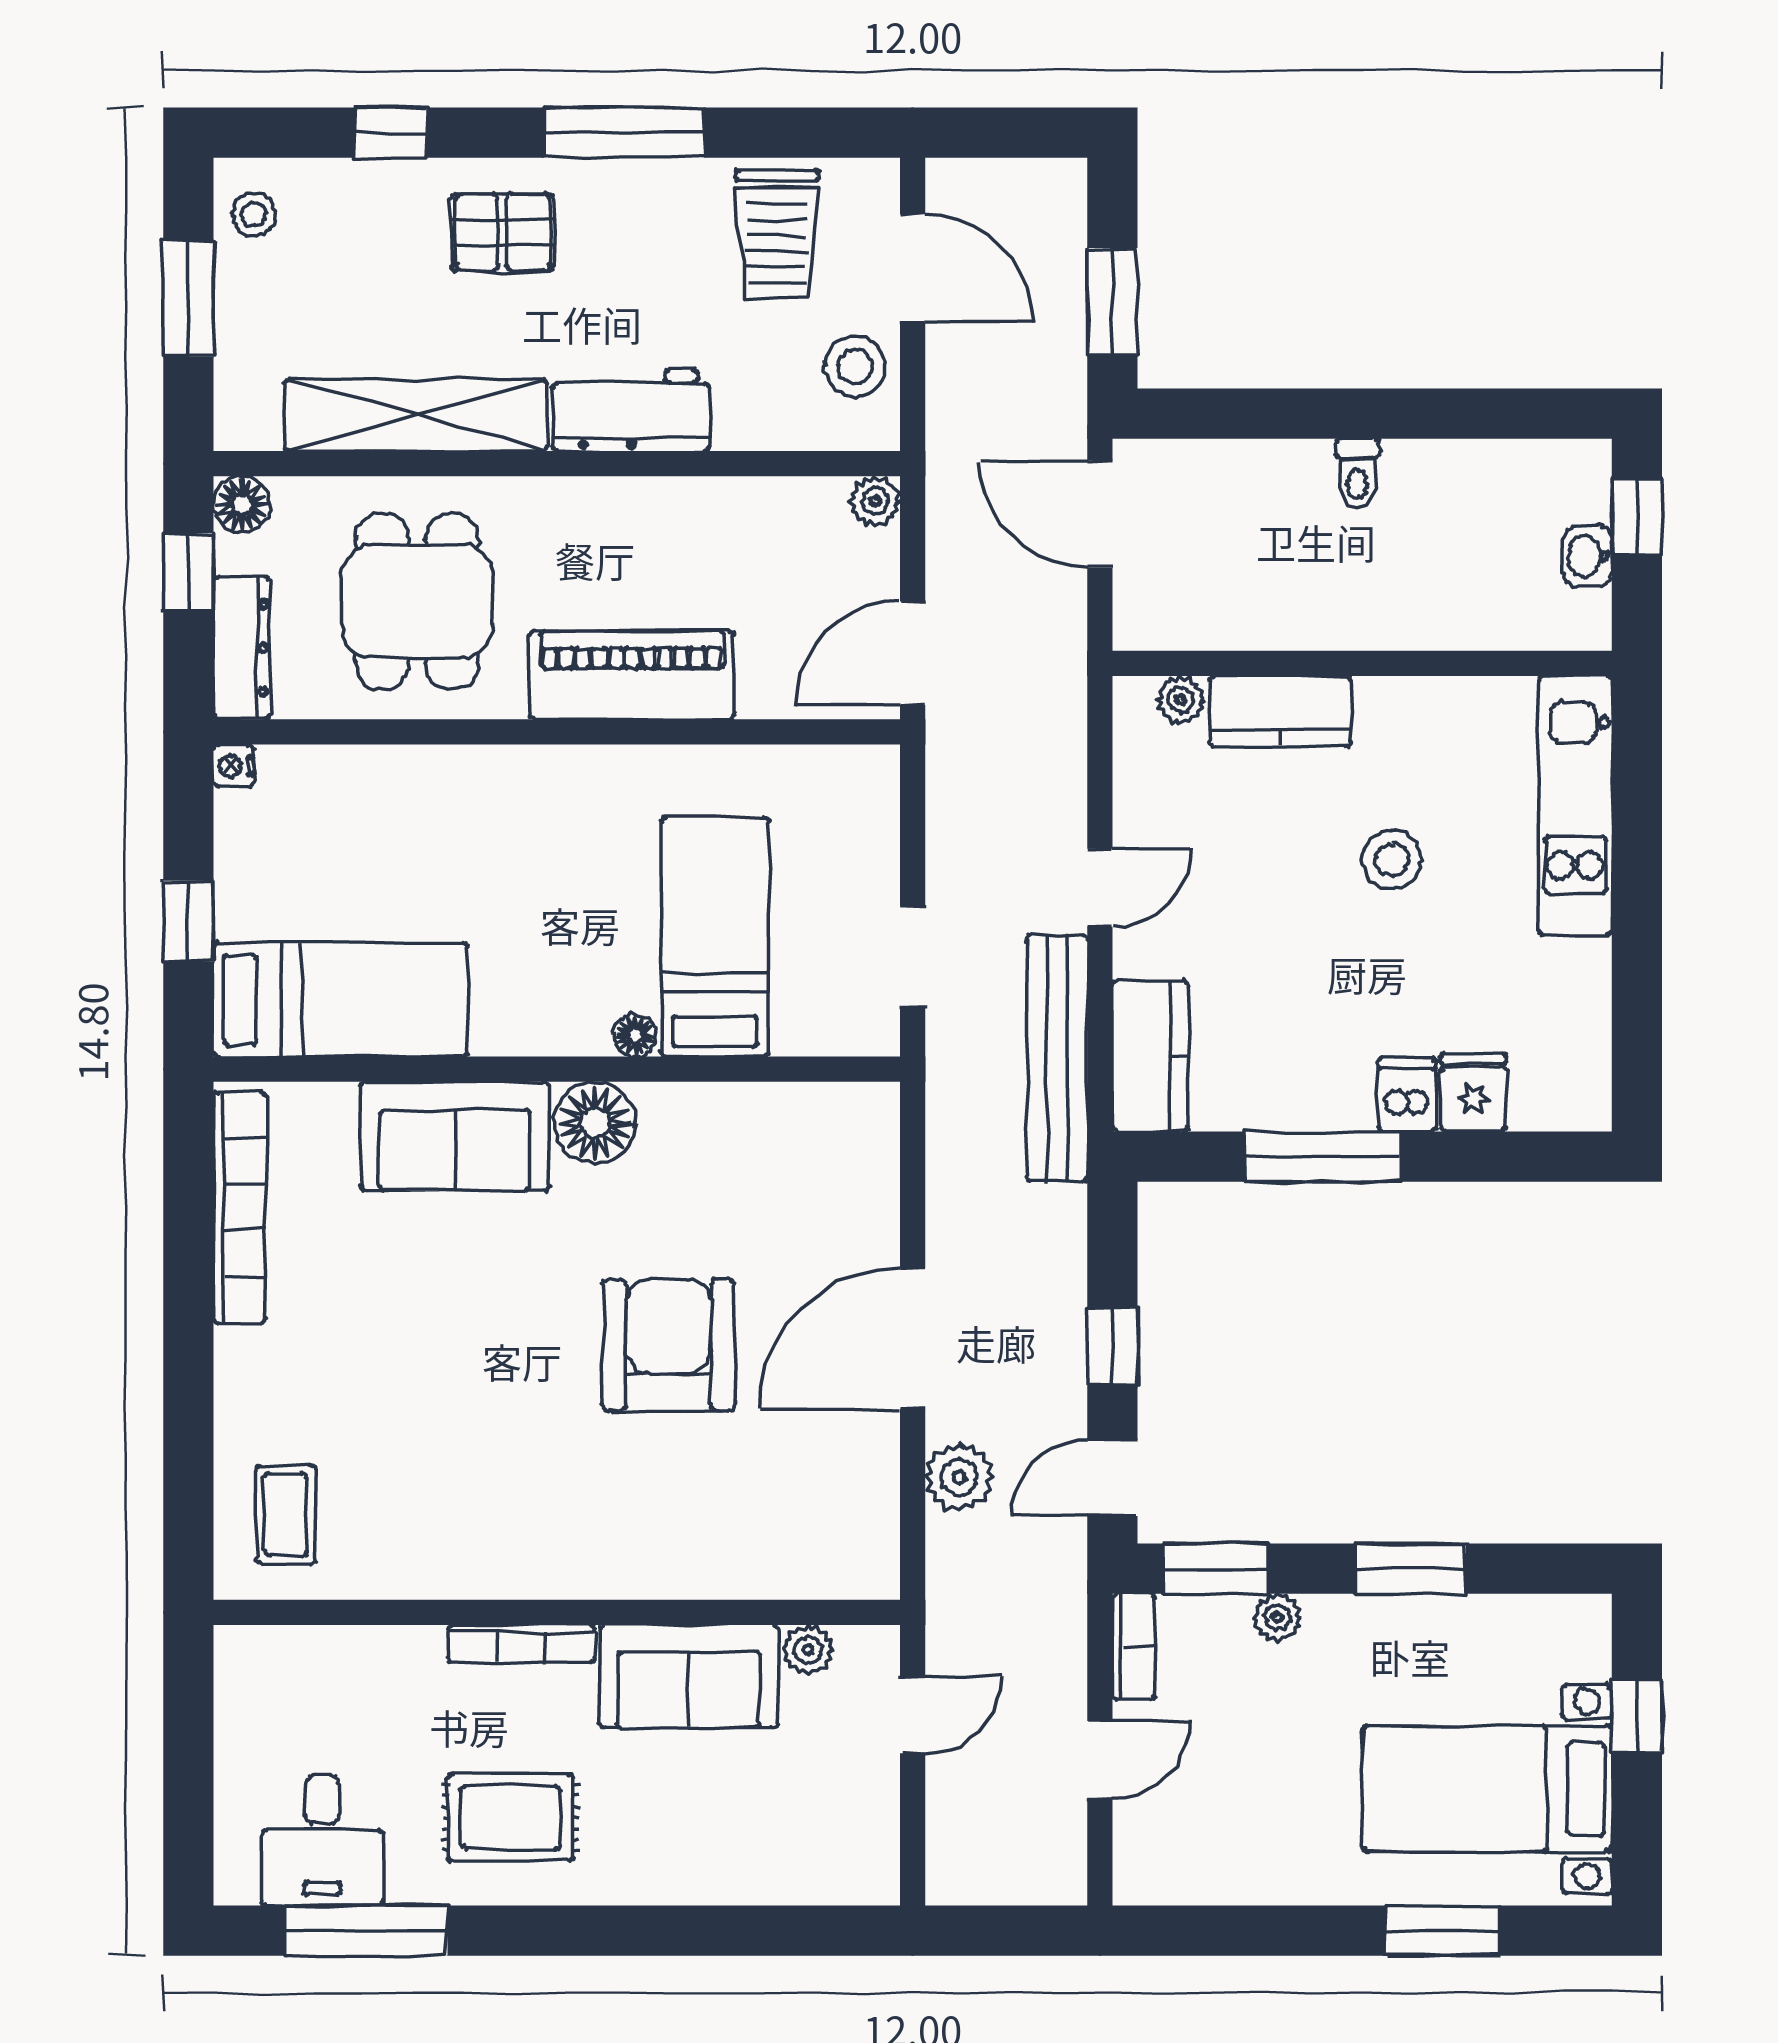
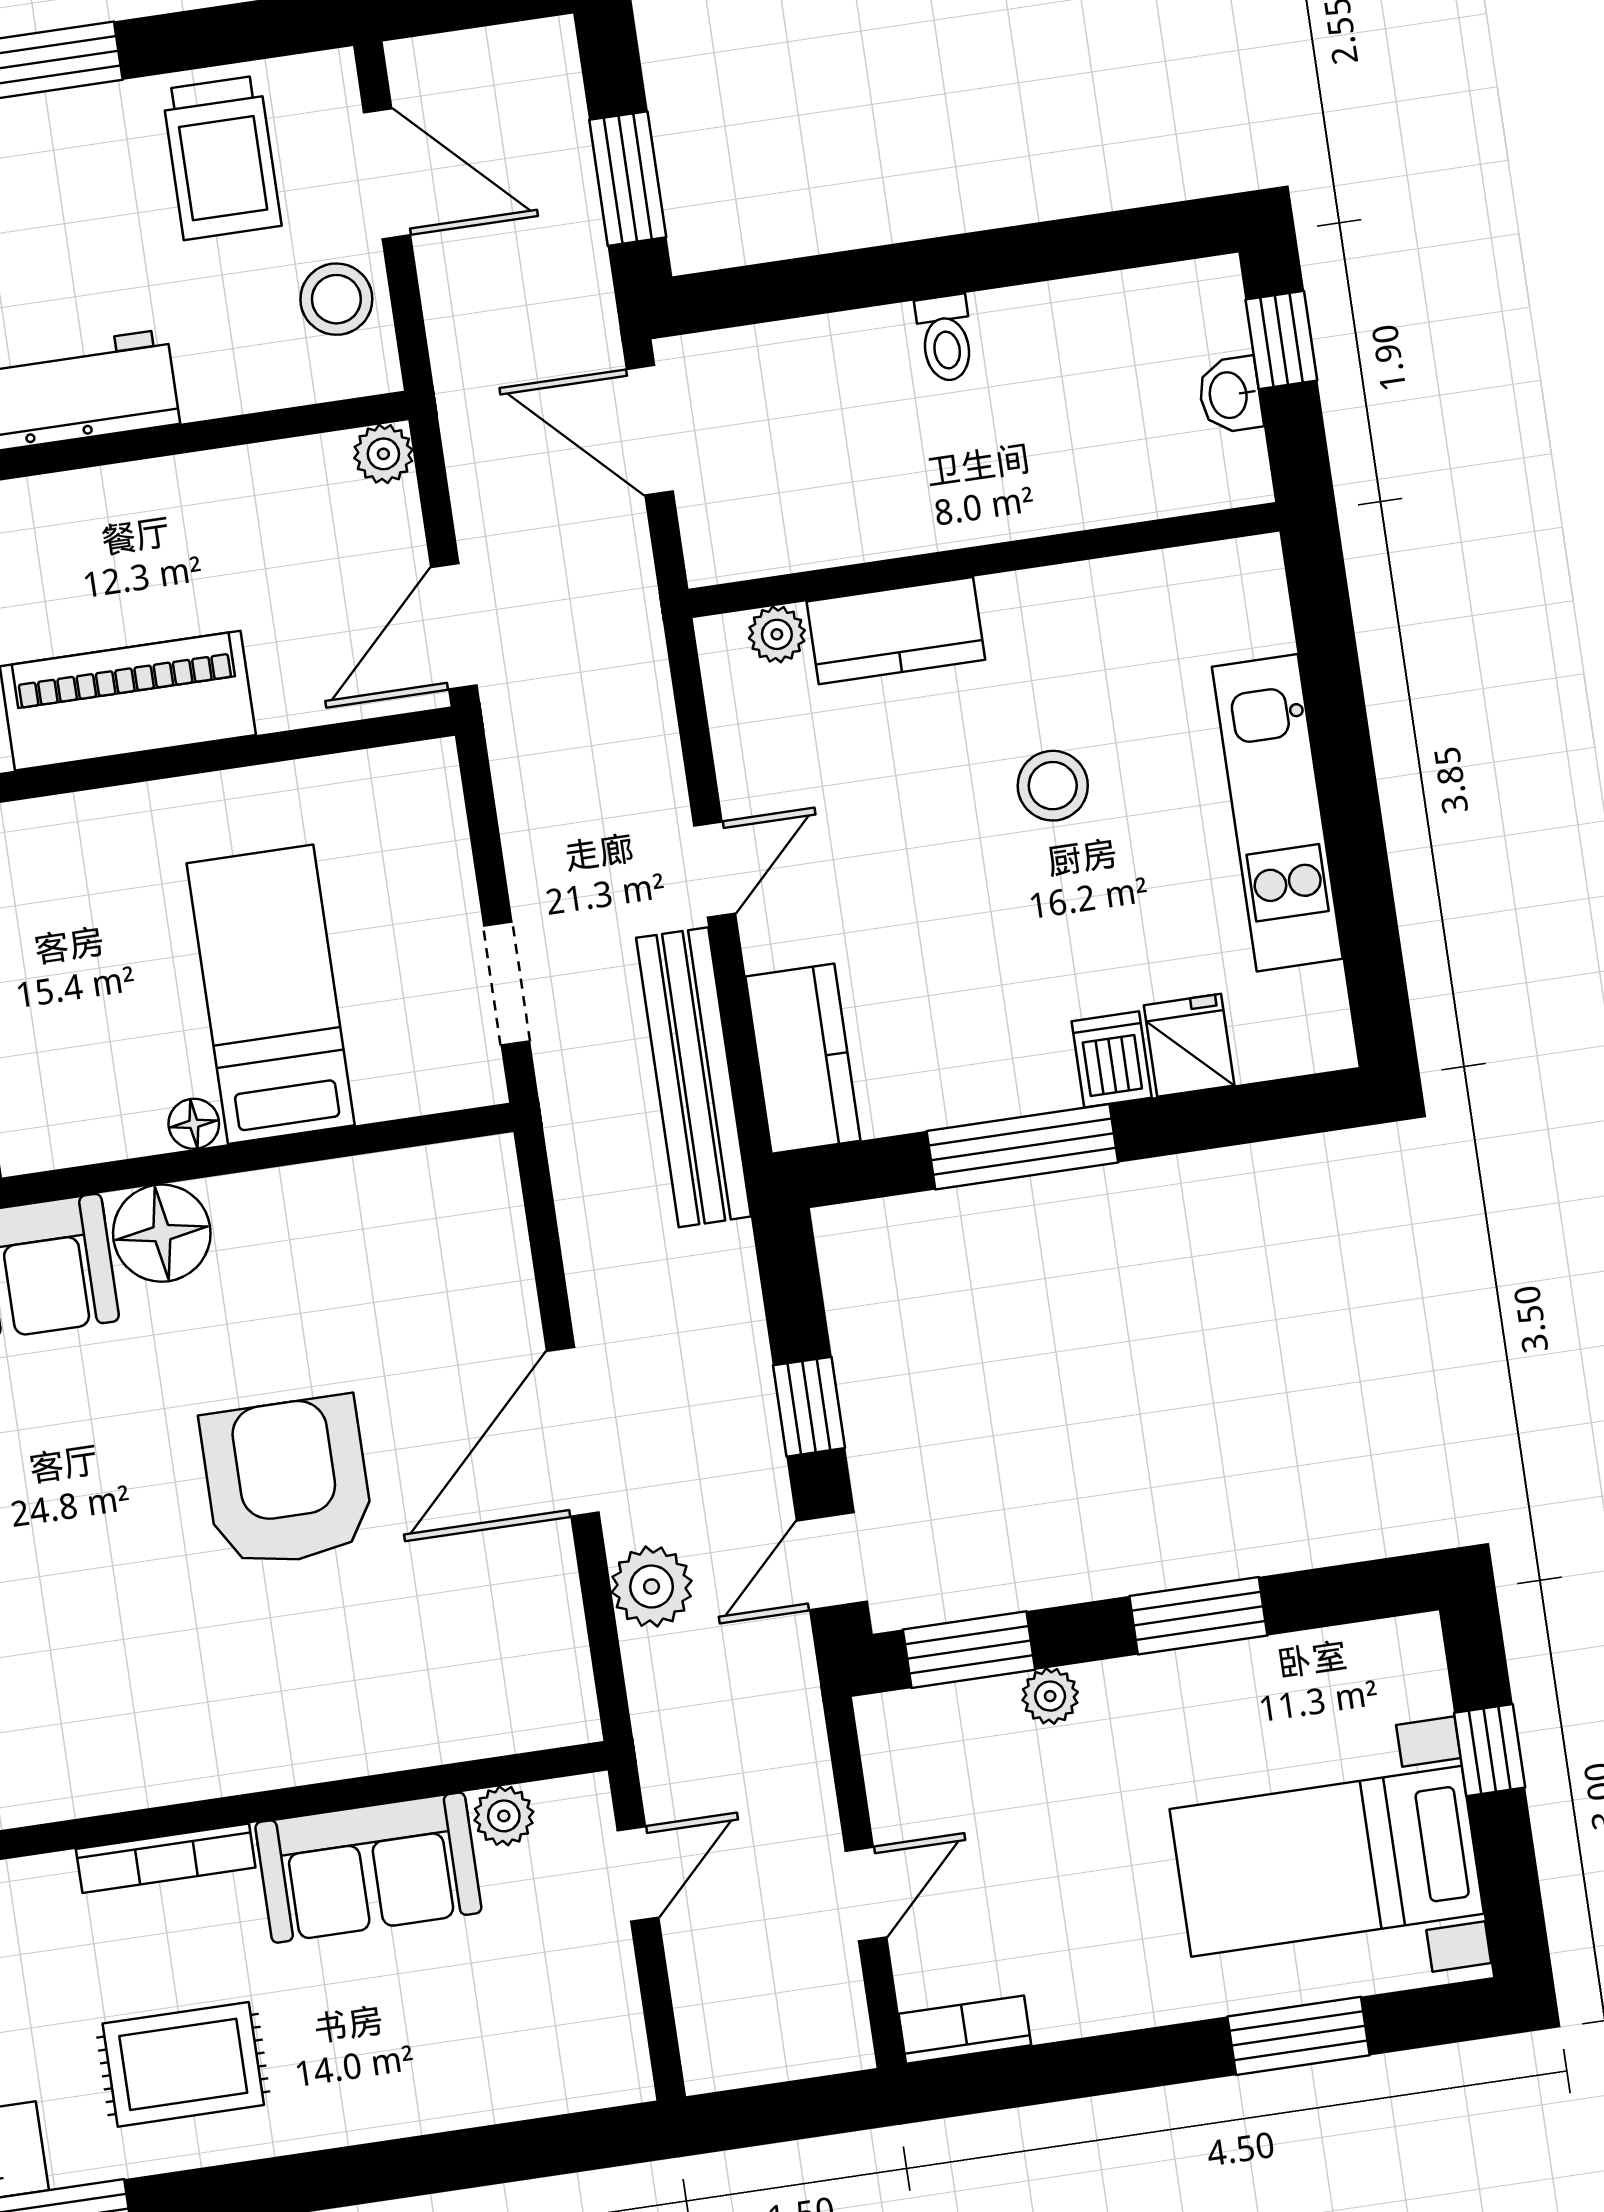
kitchen unit: (1575, 806) -> (1277, 813), moved
bookcase: (1134, 1647) -> (965, 2030), moved, turned -90

